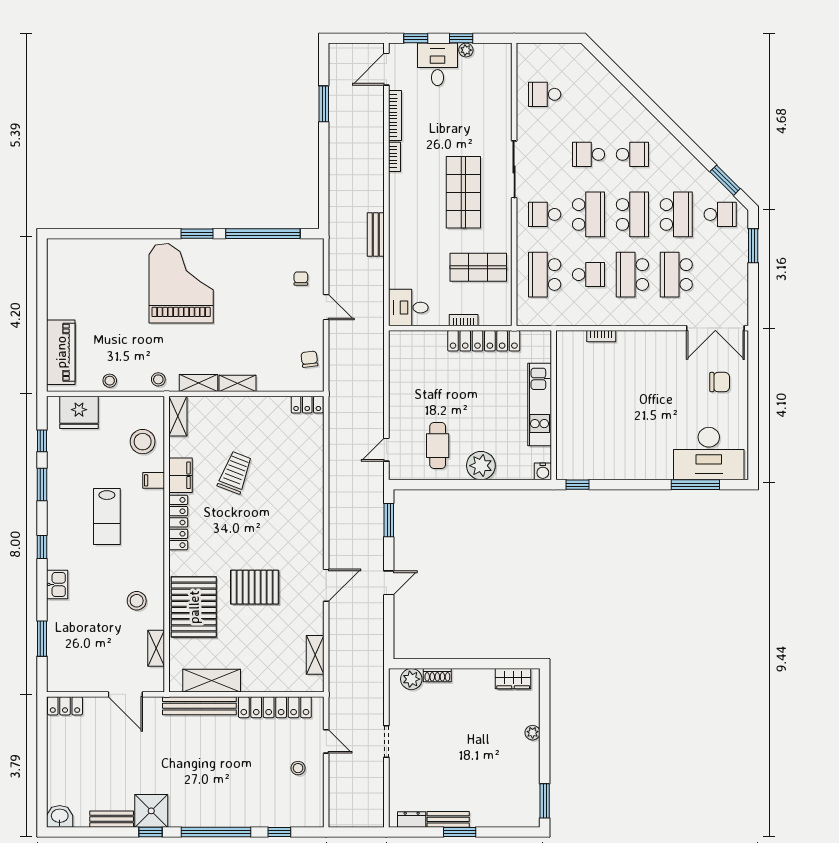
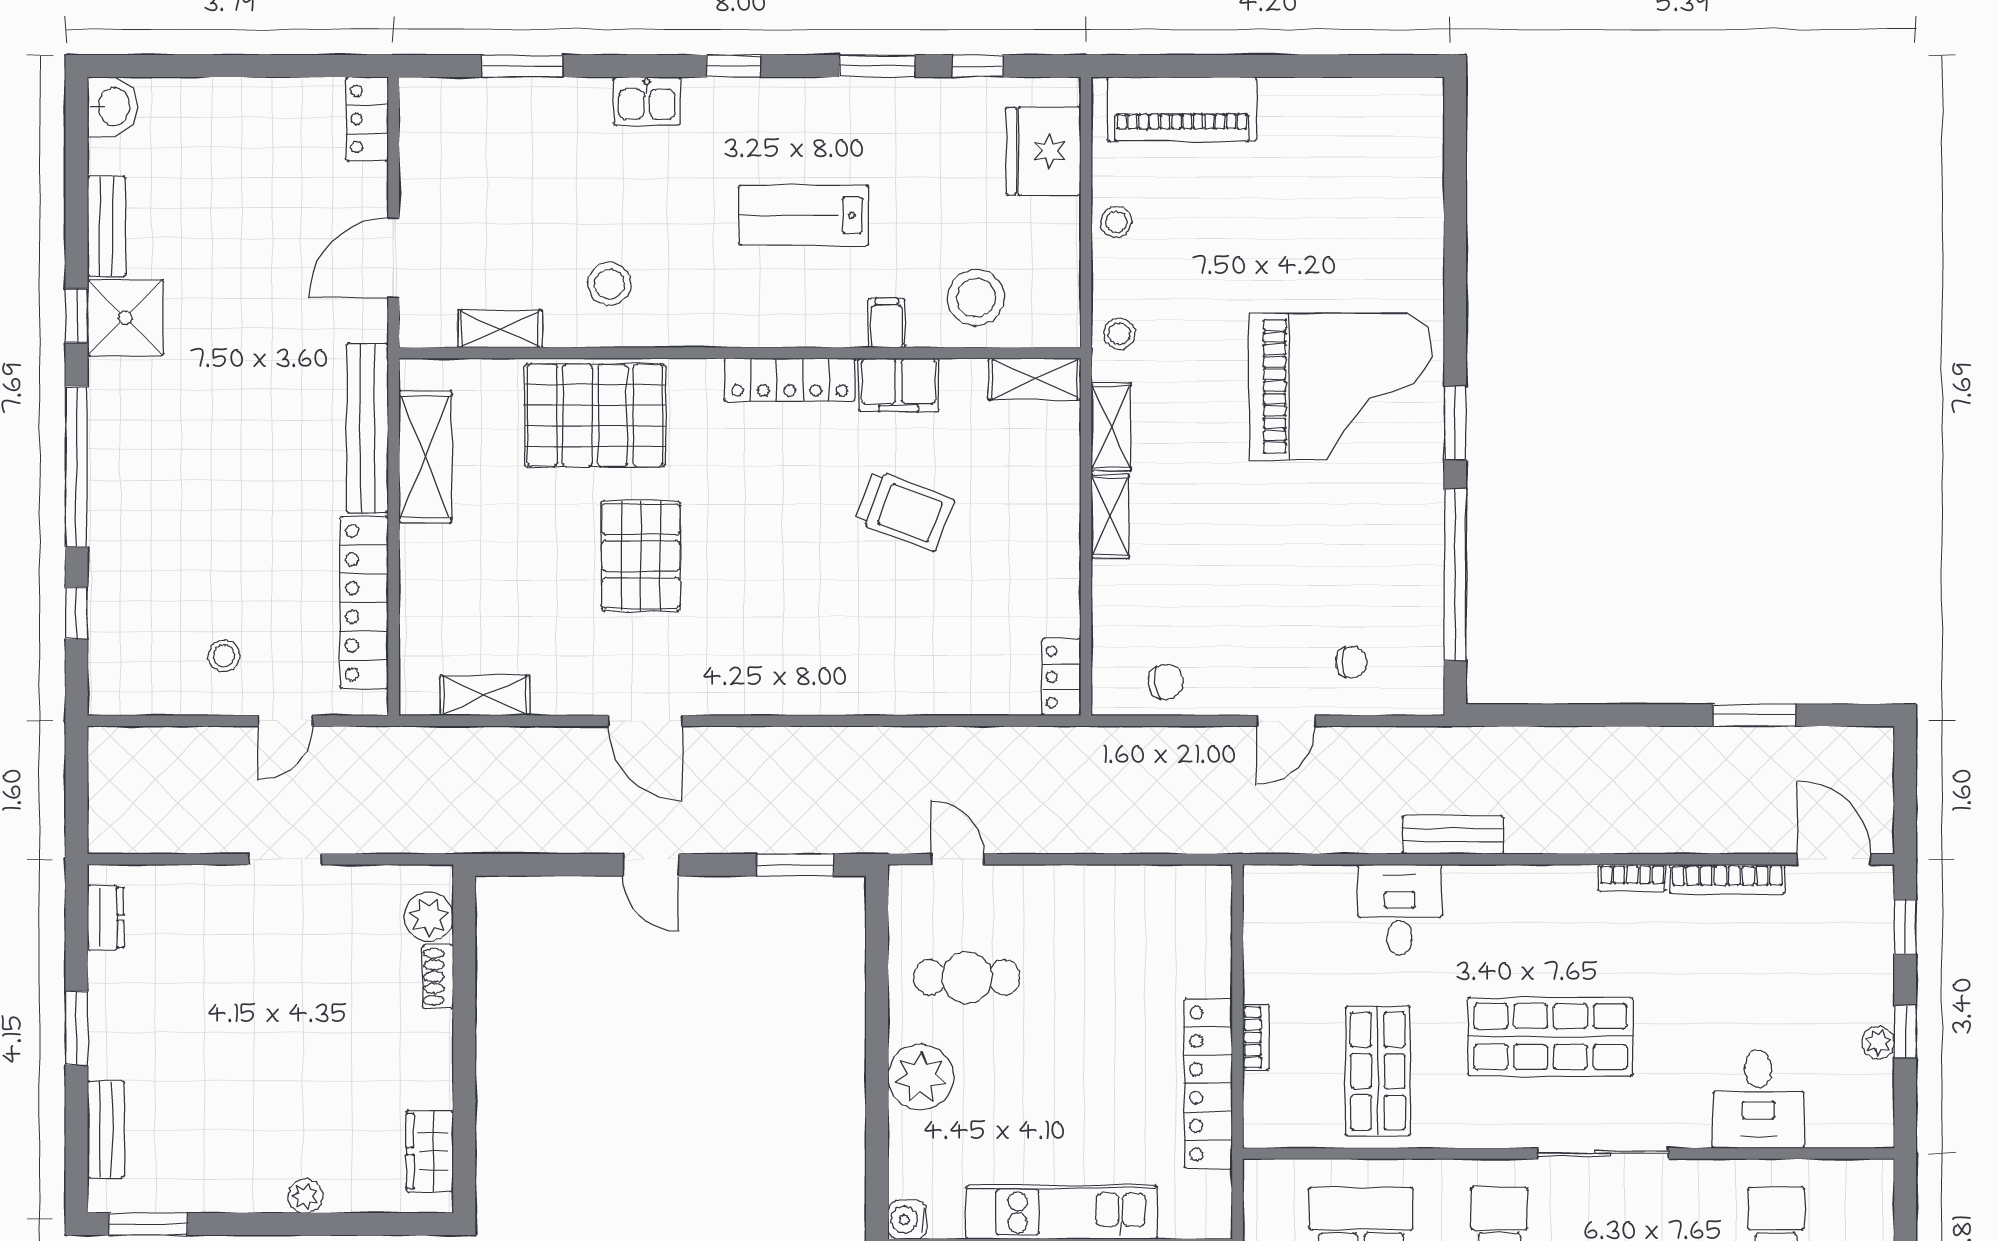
desk: (438, 64) -> (1758, 1099), moved, turned 90
desk: (408, 308) -> (1400, 910), moved
bench: (448, 819) -> (106, 1129), moved

